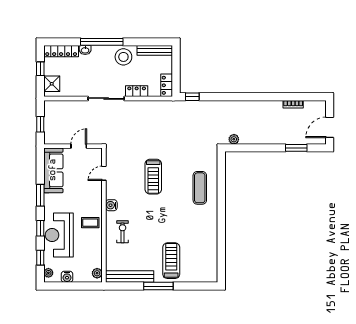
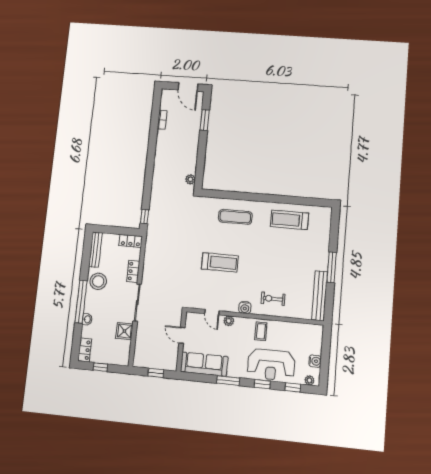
locker: (61, 51) -> (85, 350), width x0.66
shower: (52, 84) -> (124, 331), moved
treadmill: (171, 261) -> (289, 220), moved
plant: (97, 273) -> (229, 321), moved

